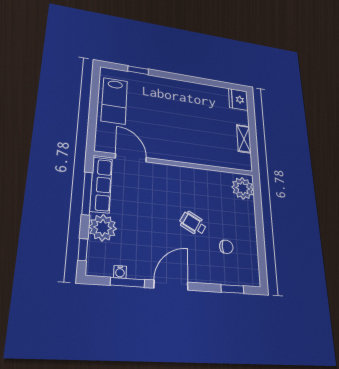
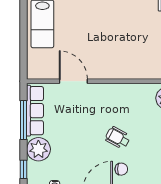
door: (131, 158) -> (73, 81), moved
chair: (226, 247) -> (121, 169), moved

